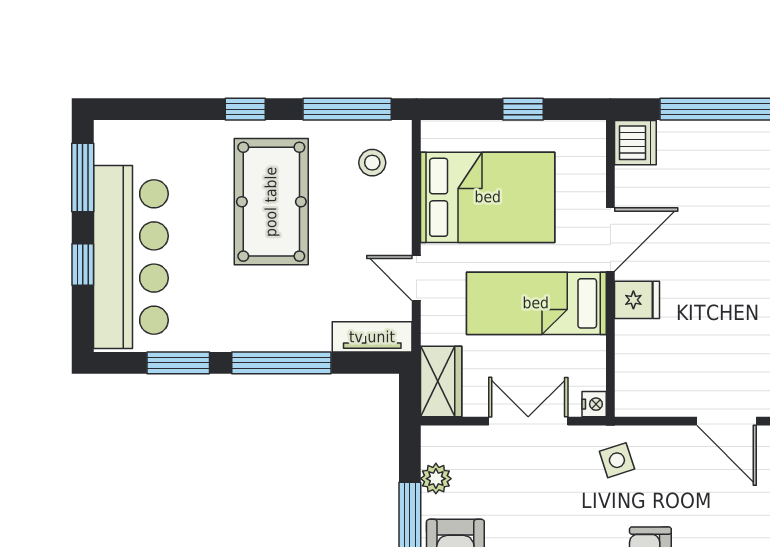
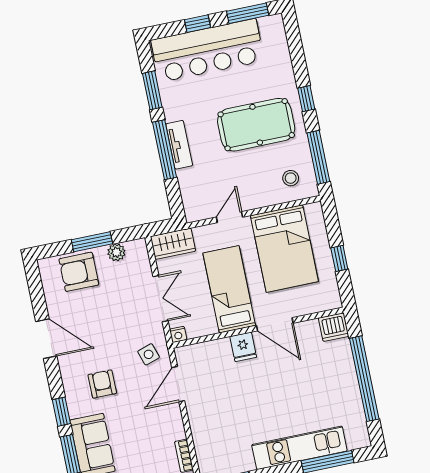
tv unit: (372, 337) -> (179, 145), moved
door: (727, 421) -> (178, 384), moved

